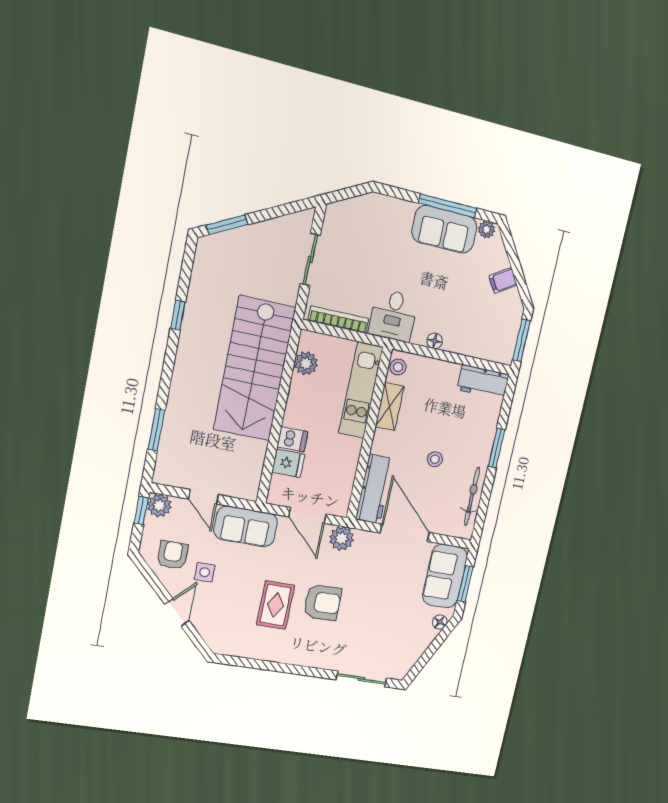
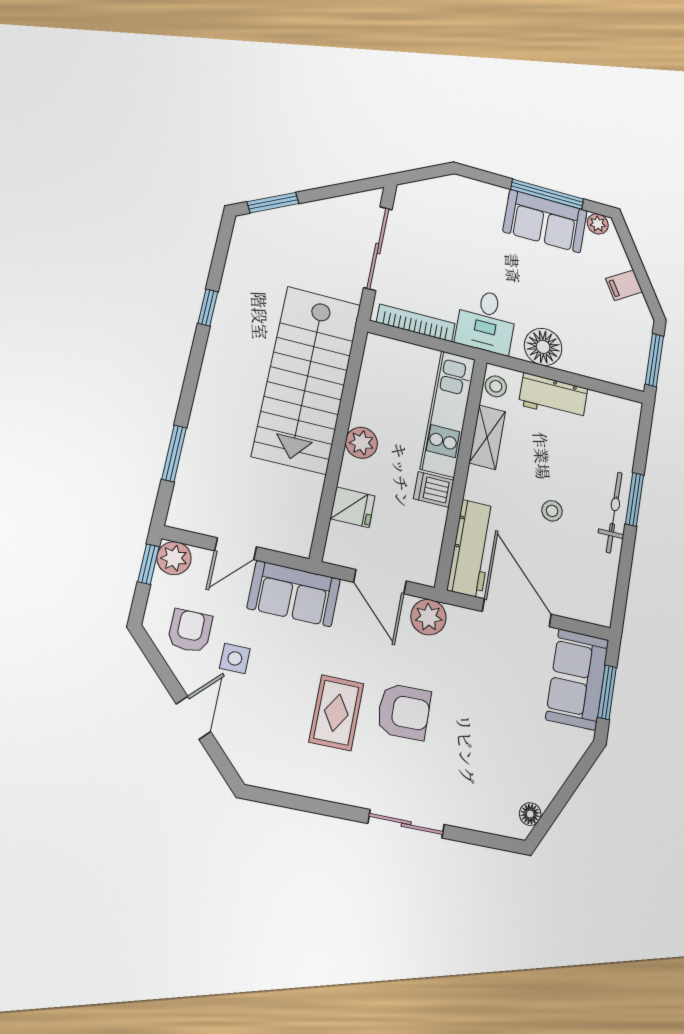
sliding door: (310, 259) -> (378, 248), width x1.37
floor lamp: (435, 341) -> (543, 347), width x1.89, depth x1.89
plant: (306, 363) -> (361, 443), moved
workbench: (483, 382) -> (553, 397), moved
dishwasher: (292, 439) -> (434, 489), moved, turned 180
bicycle: (472, 496) -> (614, 512), moved
door: (203, 497) -> (236, 549), hinge flipped
floor lamp: (440, 622) -> (530, 814), moved
sliding door: (361, 679) -> (406, 824), moved

